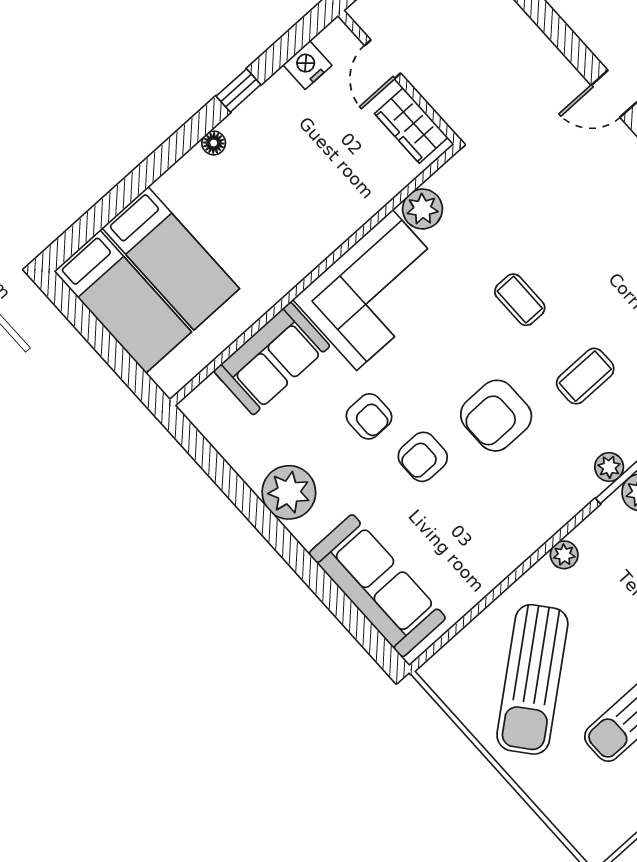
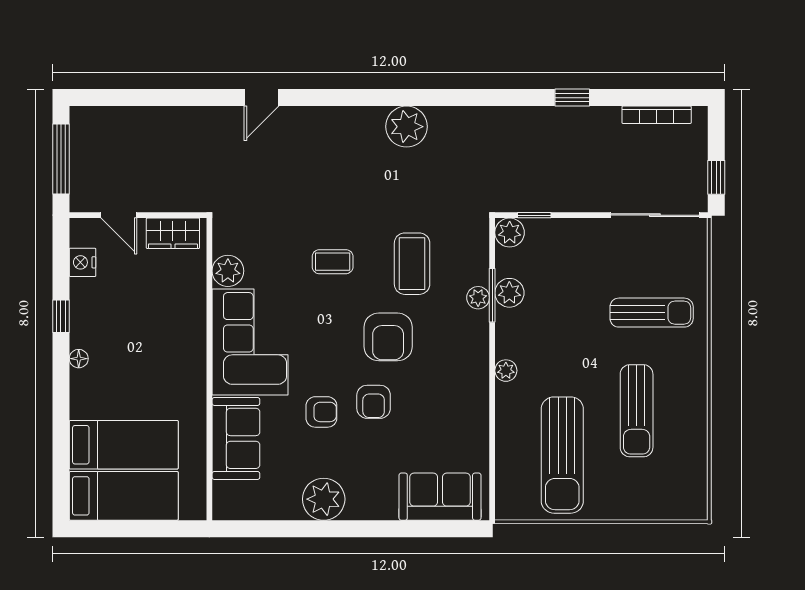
coffee table: (585, 376) -> (412, 264), width x1.36, depth x1.30
sofa: (377, 586) -> (440, 497), width x0.73
sun lounger: (532, 679) -> (562, 455), turned 39

